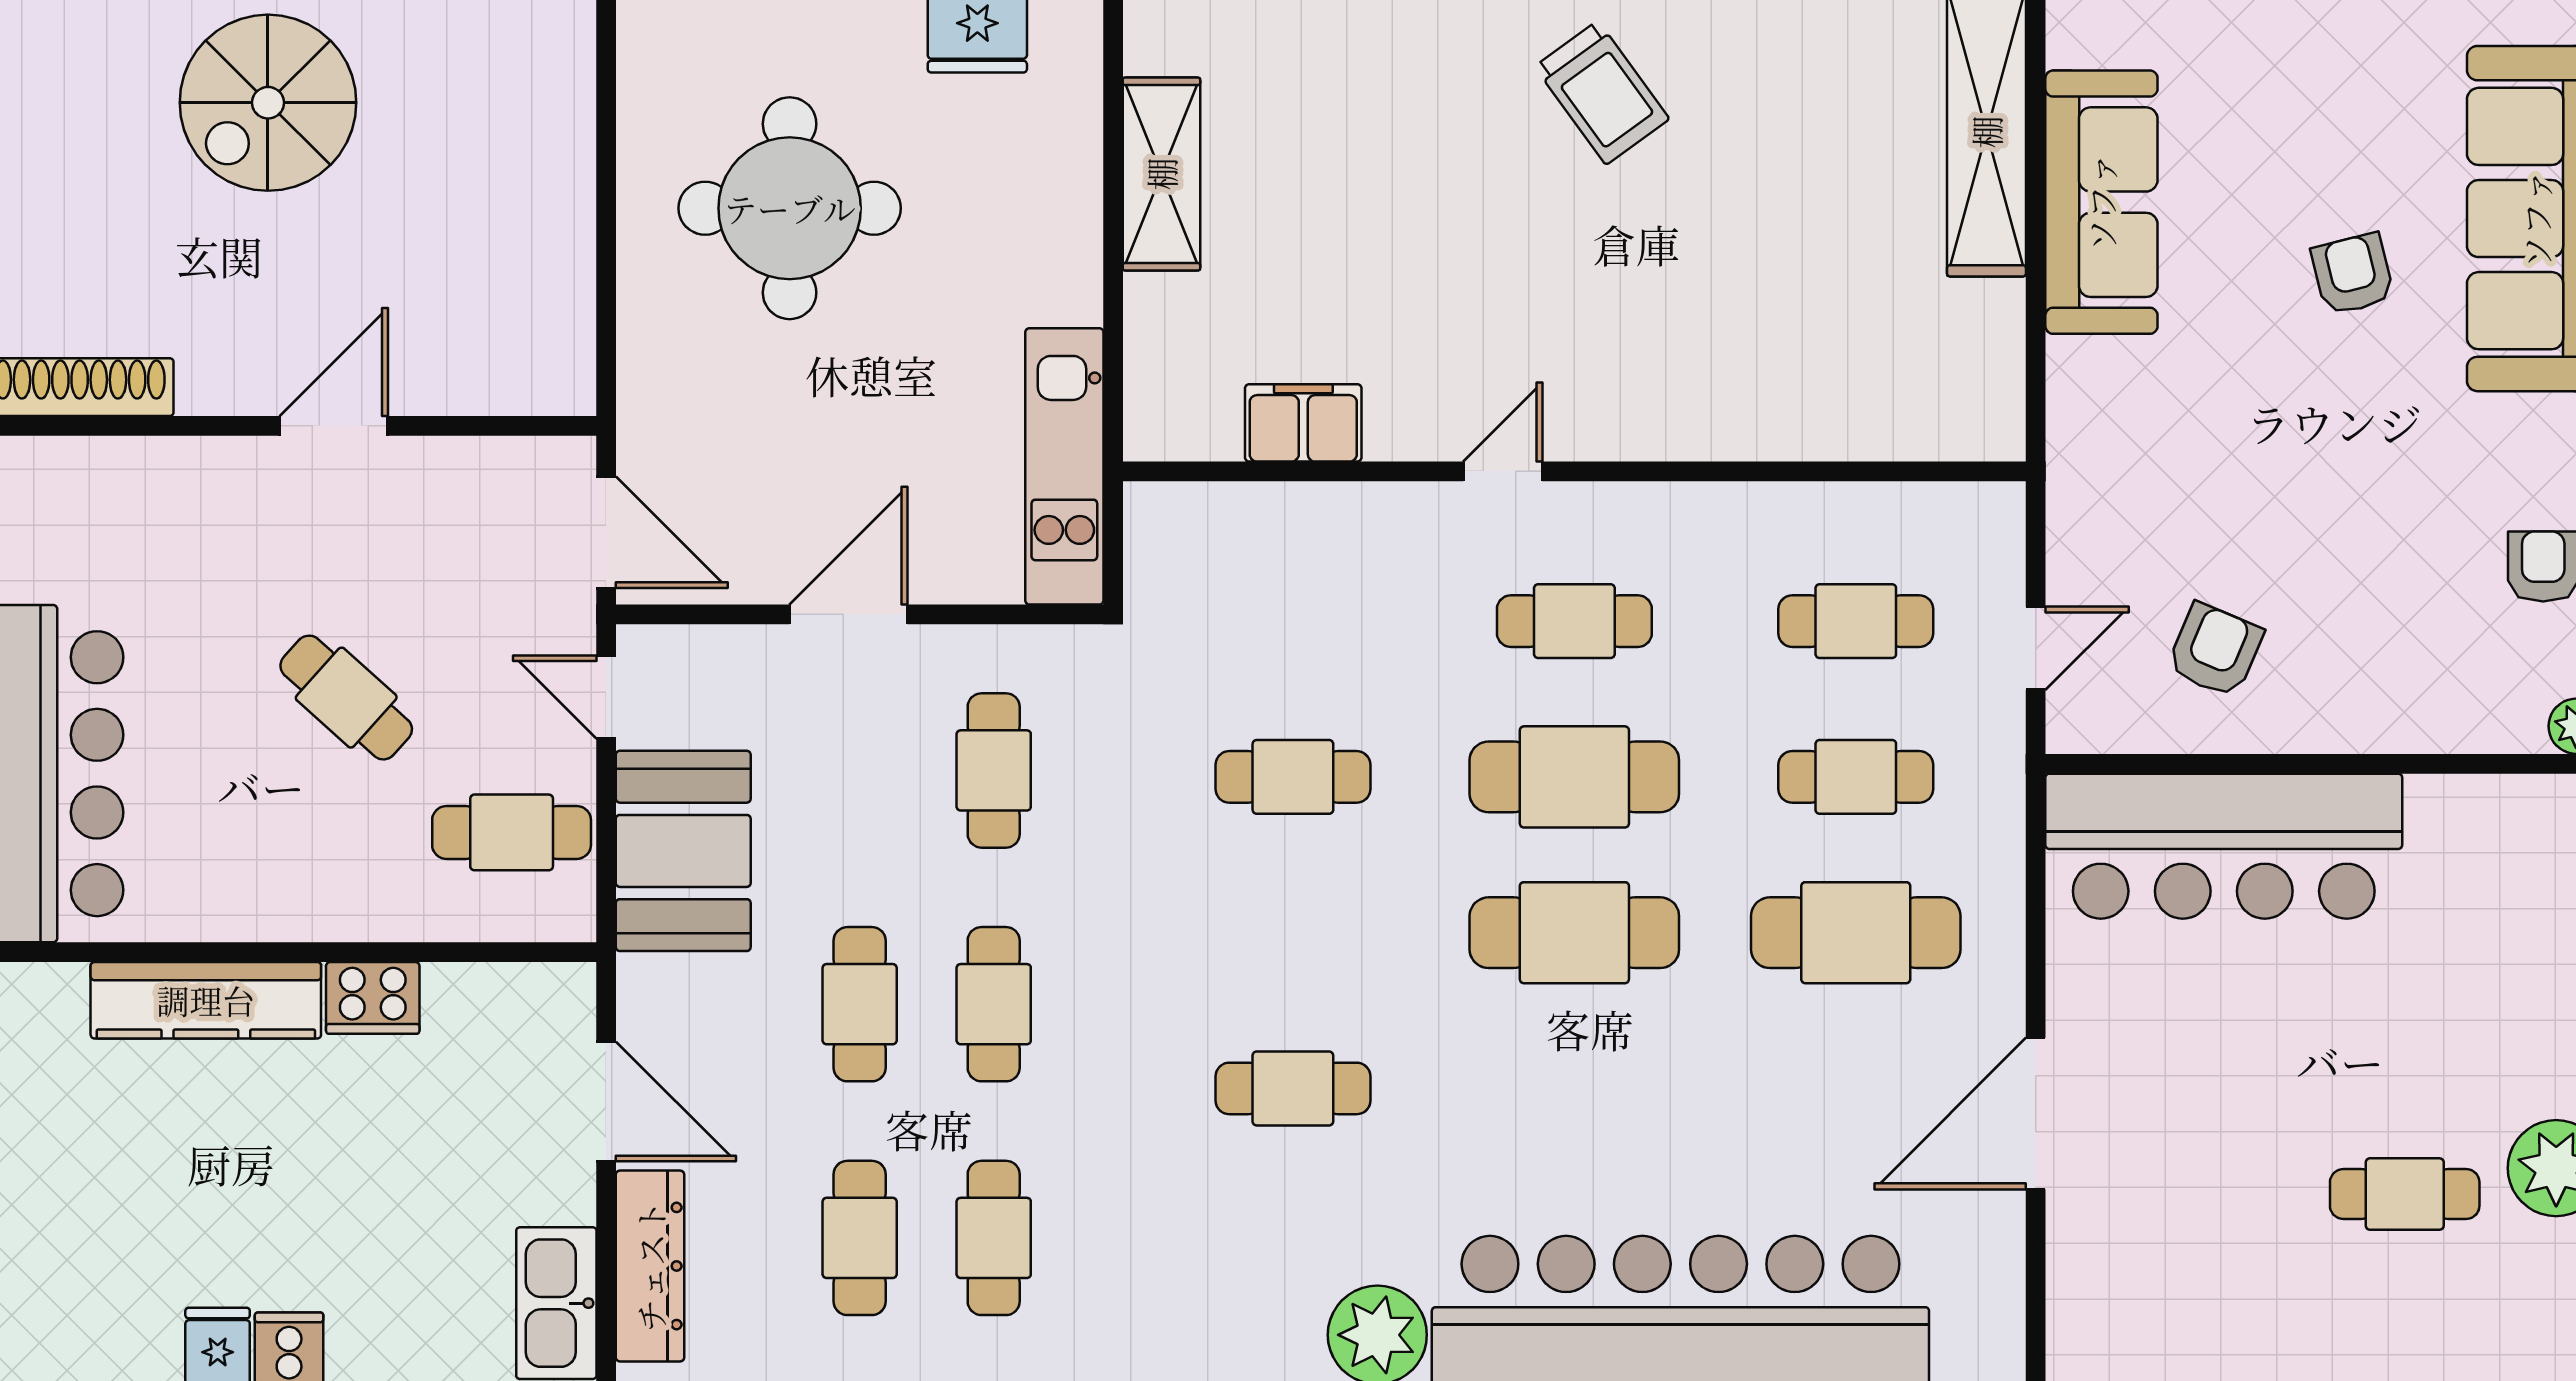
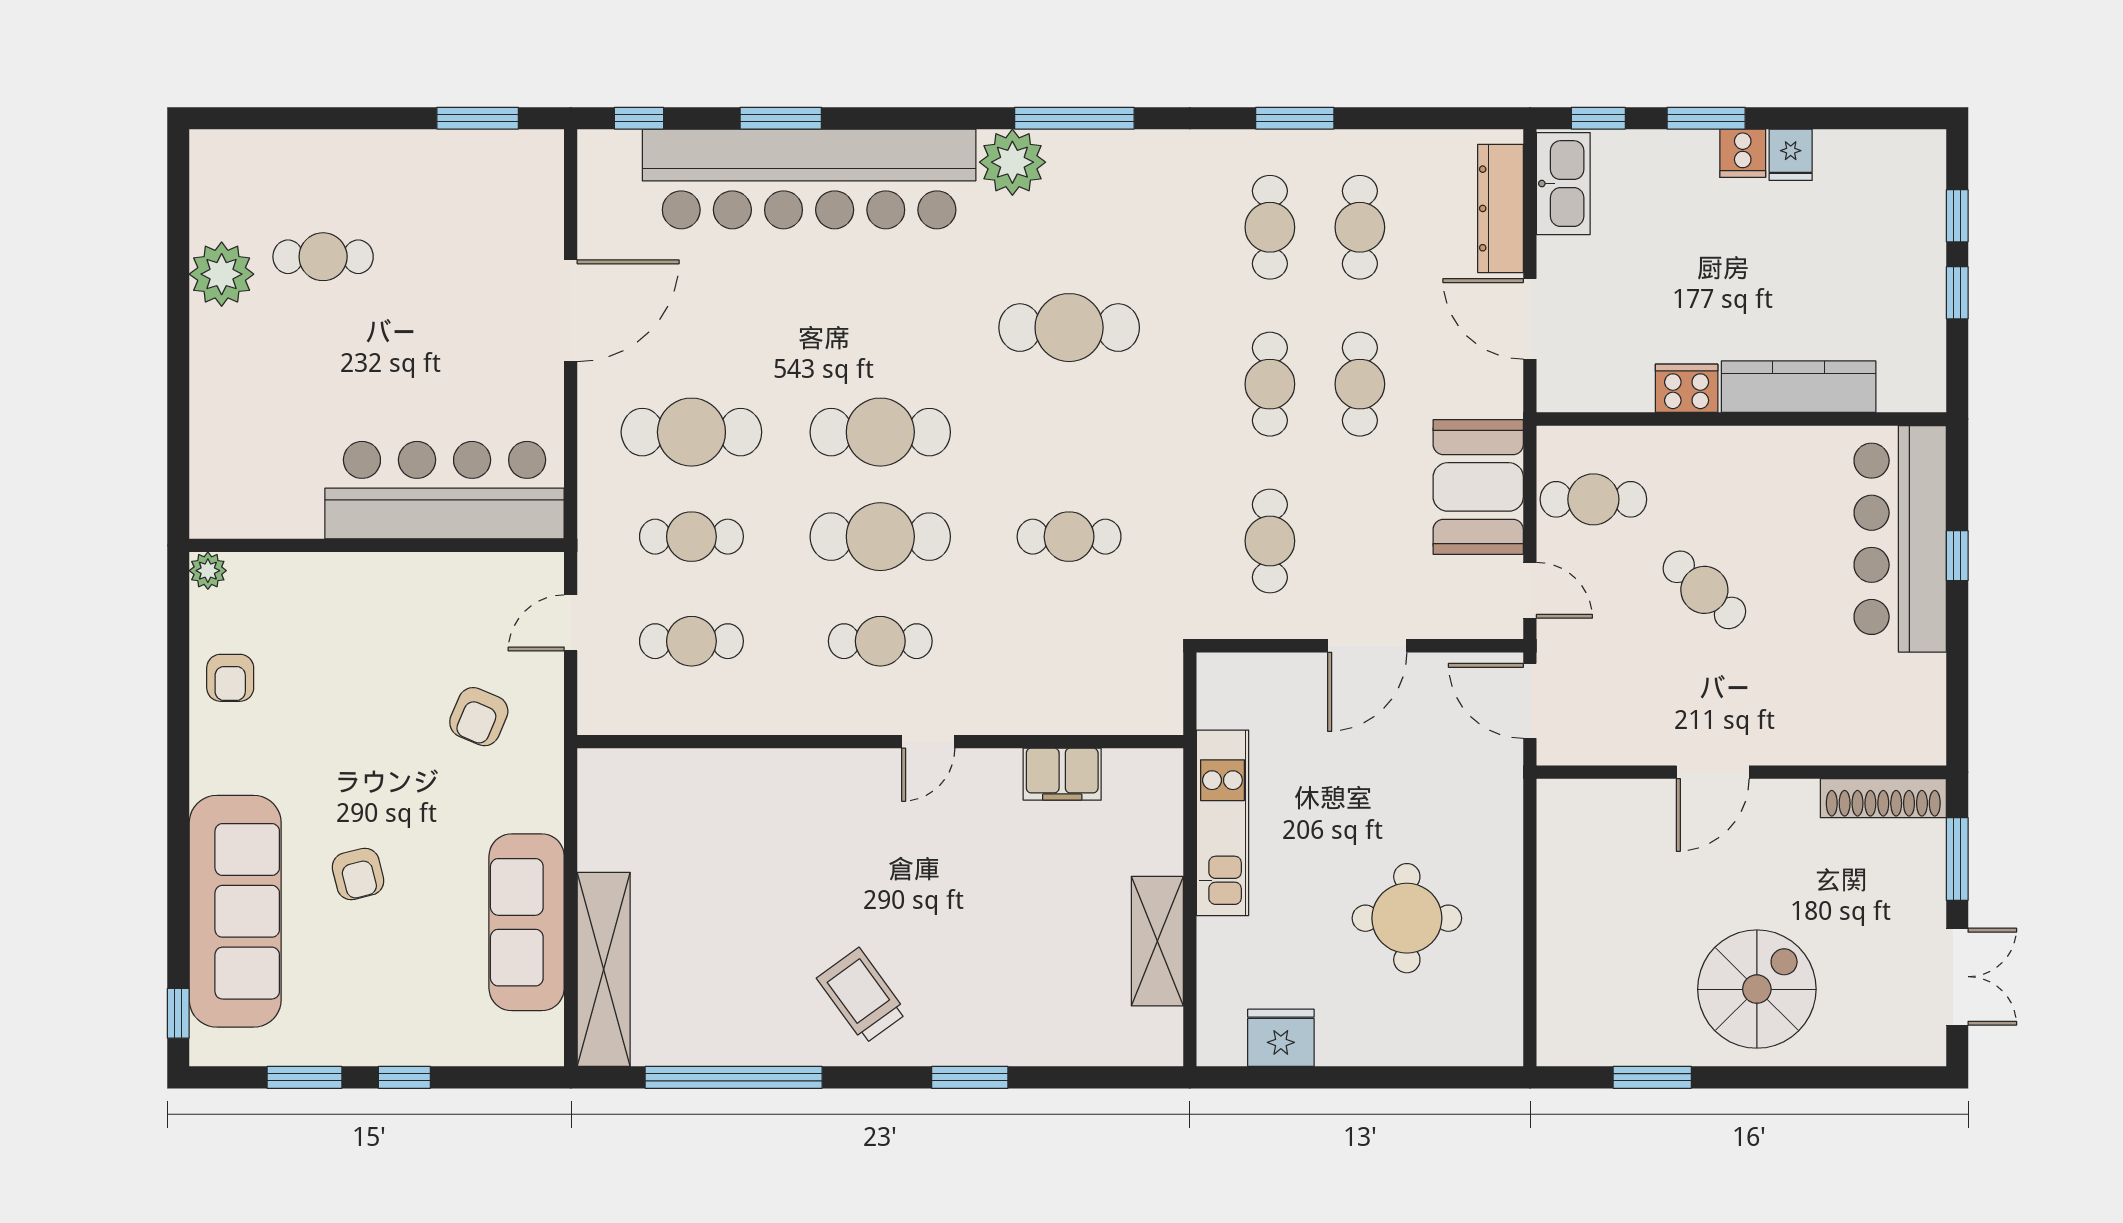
round table: (790, 208) -> (1407, 918), width x0.73, depth x0.73
kitchen unit: (1064, 466) -> (1222, 823), moved
armchair: (2215, 650) -> (479, 717), moved
cafe table: (1293, 1088) -> (1069, 328), width x1.37, depth x1.35

